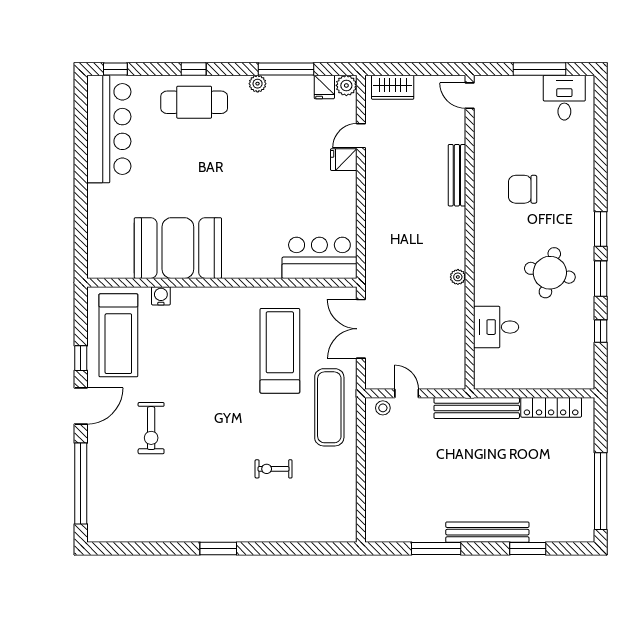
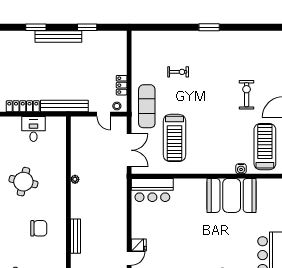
desk: (496, 327) -> (33, 129), moved, turned -90
locker: (374, 445) -> (122, 85), added
window: (436, 548) -> (87, 27), width x0.69

